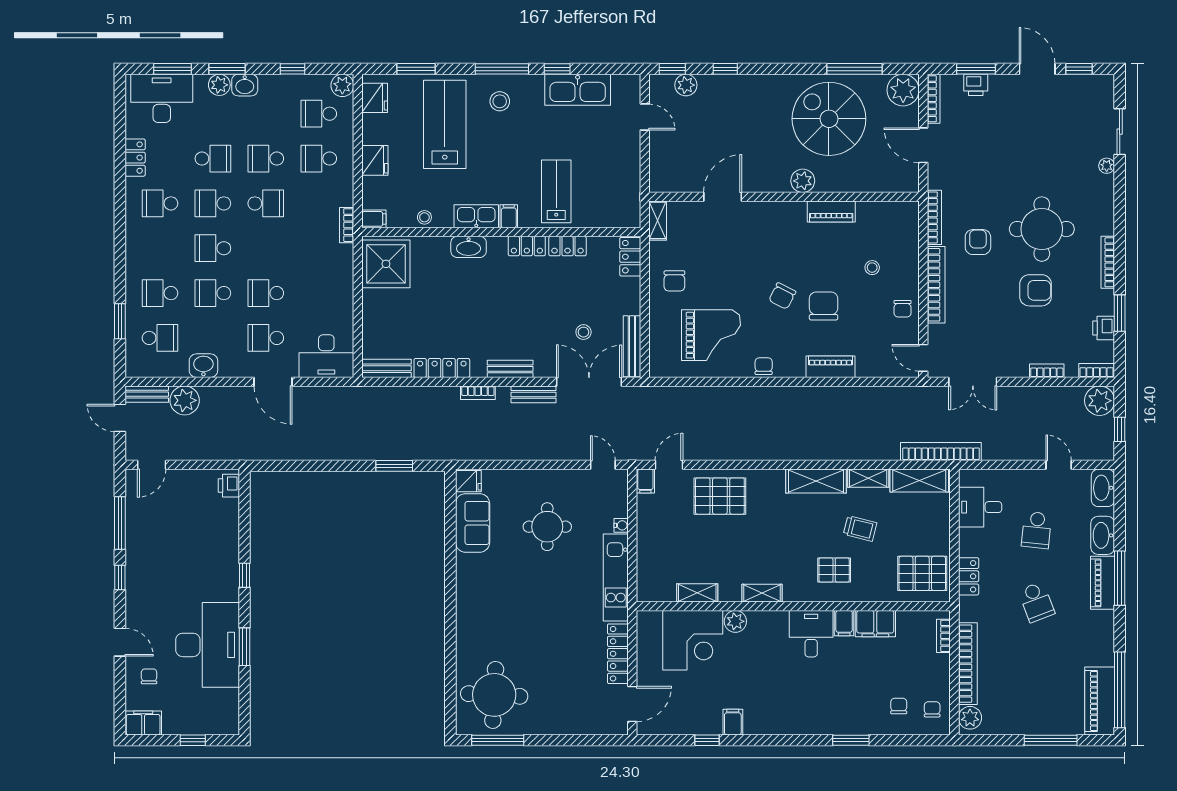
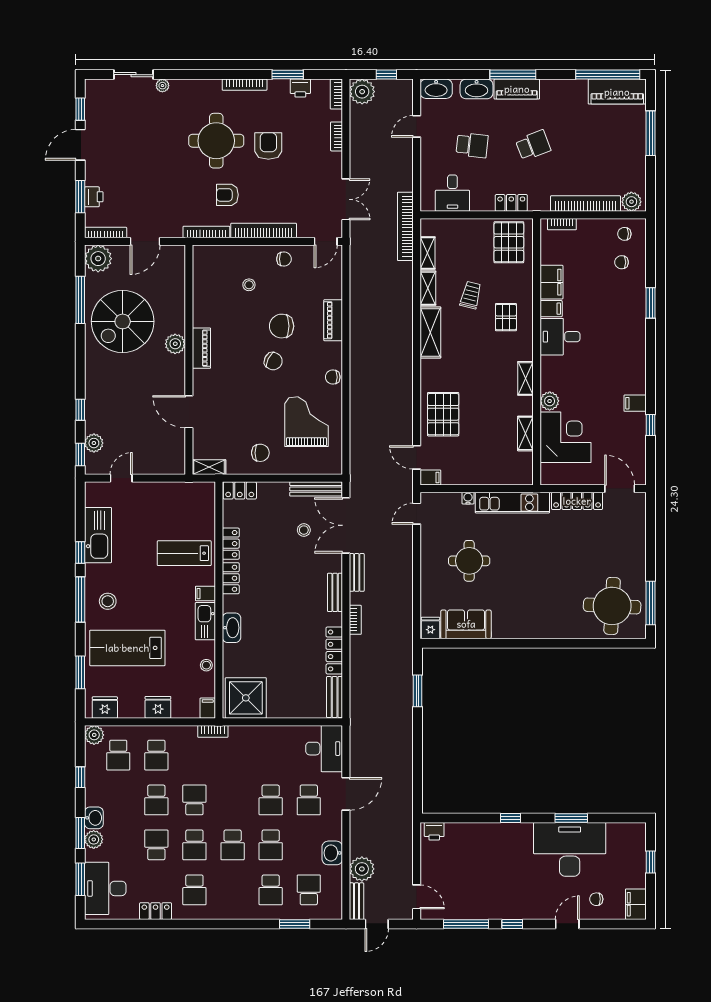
piano: (831, 212) -> (201, 348), moved
shelving: (919, 481) -> (428, 253), width x0.67, depth x0.75

